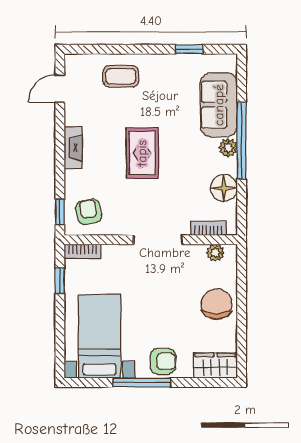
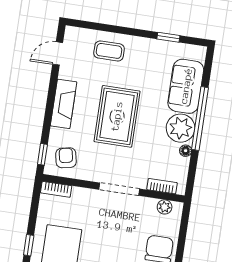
fireplace: (73, 148) -> (64, 104), width x1.37, depth x1.32
plant: (228, 148) -> (181, 128), width x1.88, depth x1.88
rug: (142, 153) -> (117, 116), width x1.36, depth x1.43
floor lamp: (224, 188) -> (186, 151), width x0.53, depth x0.53
window: (60, 281) -> (29, 245), moved

